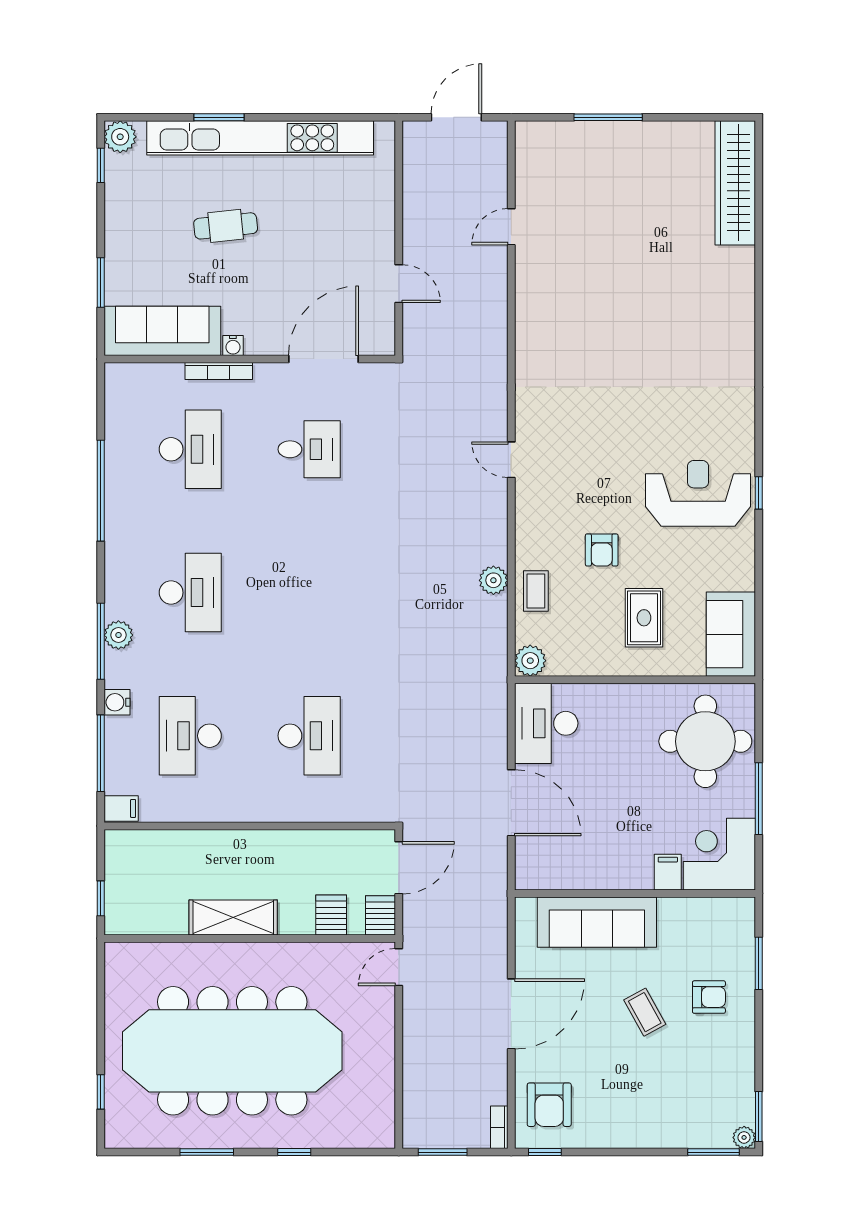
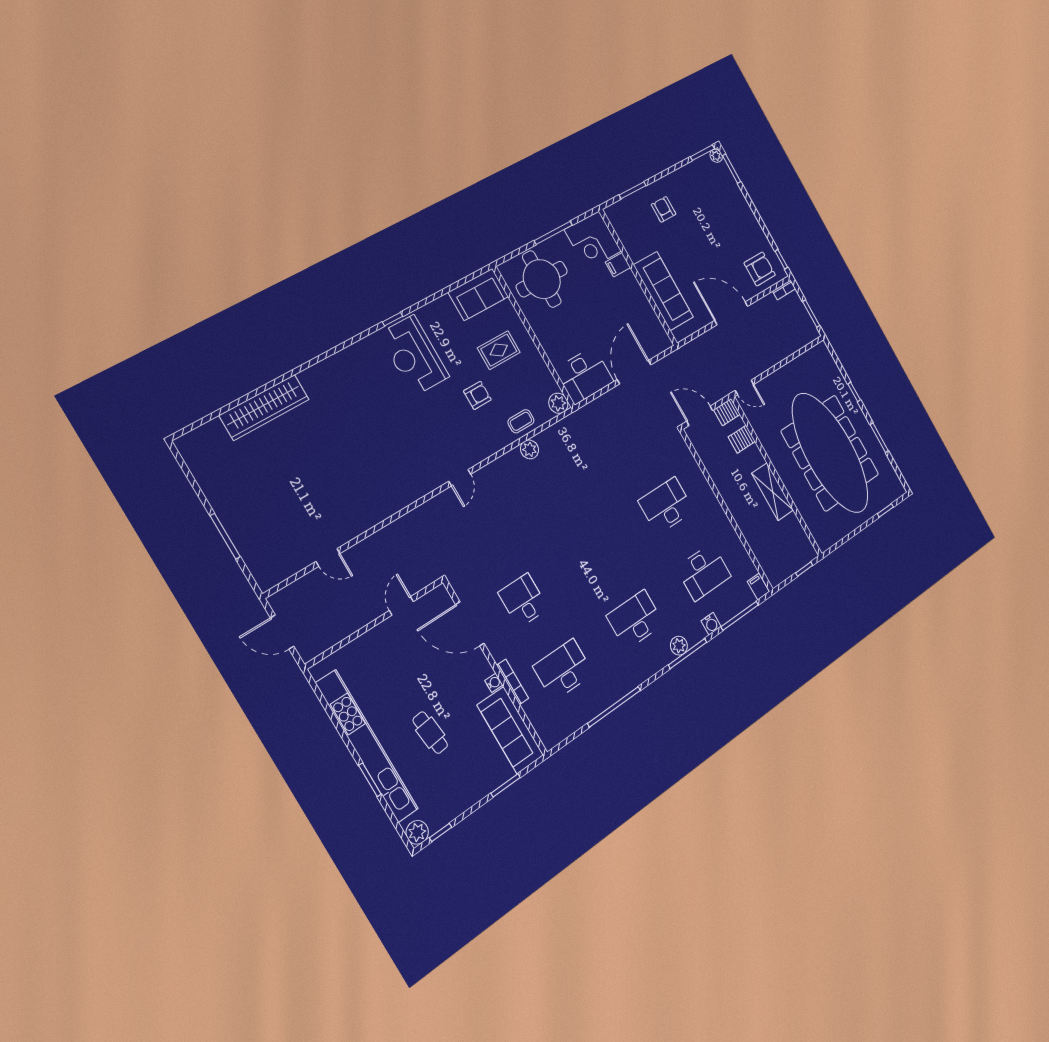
wardrobe: (735, 183) -> (264, 407), moved
coffee table: (645, 1012) -> (690, 241), removed

